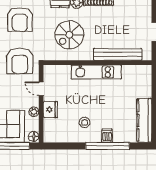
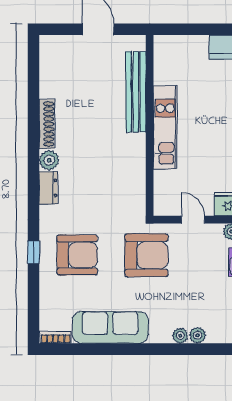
spiral stairs: (69, 35) -> (103, 173), removed
door: (41, 89) -> (193, 220), swing flipped

